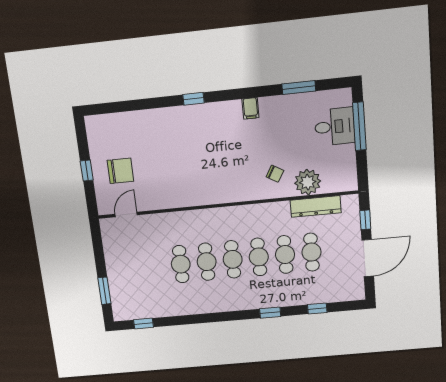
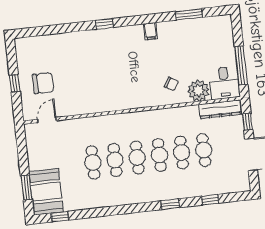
window: (359, 126) -> (241, 65), moved
desk: (335, 127) -> (224, 83), moved, turned 90
dresser: (316, 206) -> (220, 109), moved
booth: (127, 296) -> (46, 192), added

